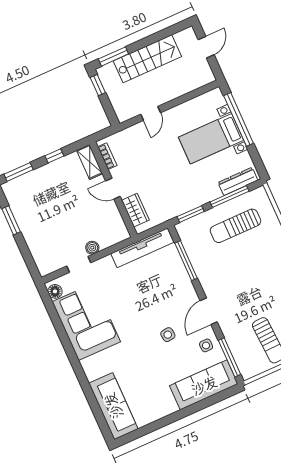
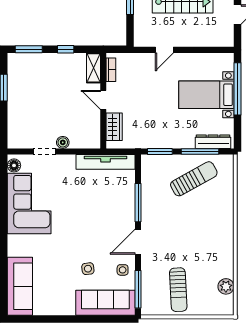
sun lounger: (235, 226) -> (194, 179), turned 151
window: (186, 261) -> (138, 203), moved
side table: (168, 335) -> (88, 269), moved

